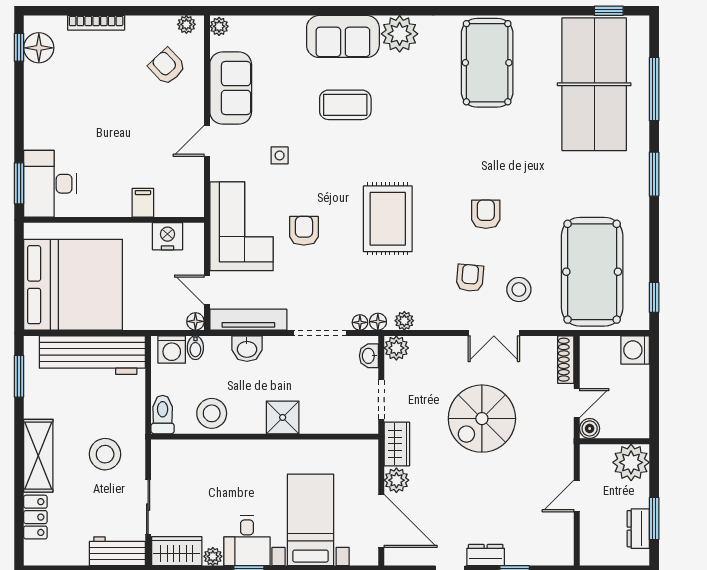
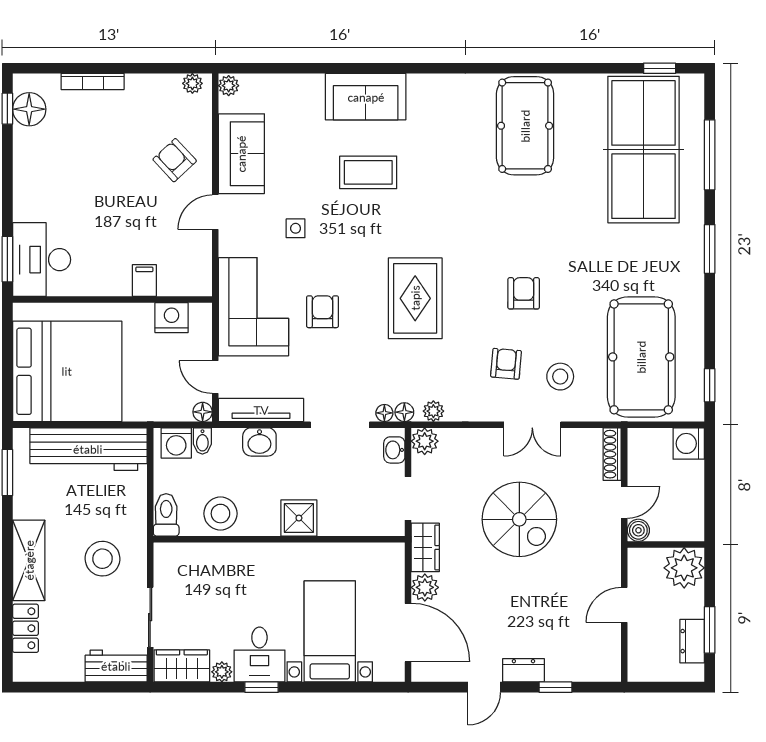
plant: (400, 34) -> (428, 94), removed
armchair: (167, 67) -> (175, 160), moved
spiral stairs: (482, 419) -> (519, 519), turned -90

